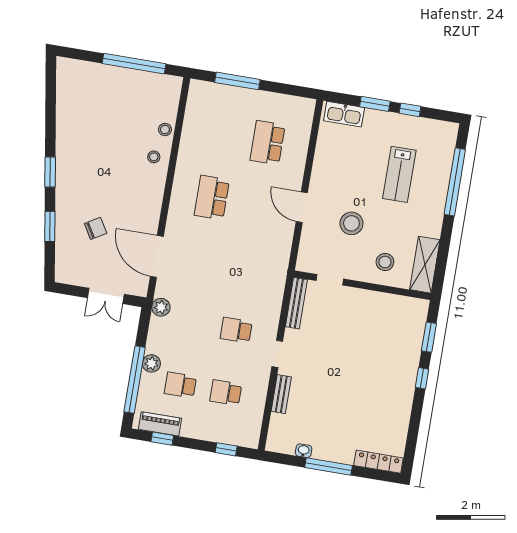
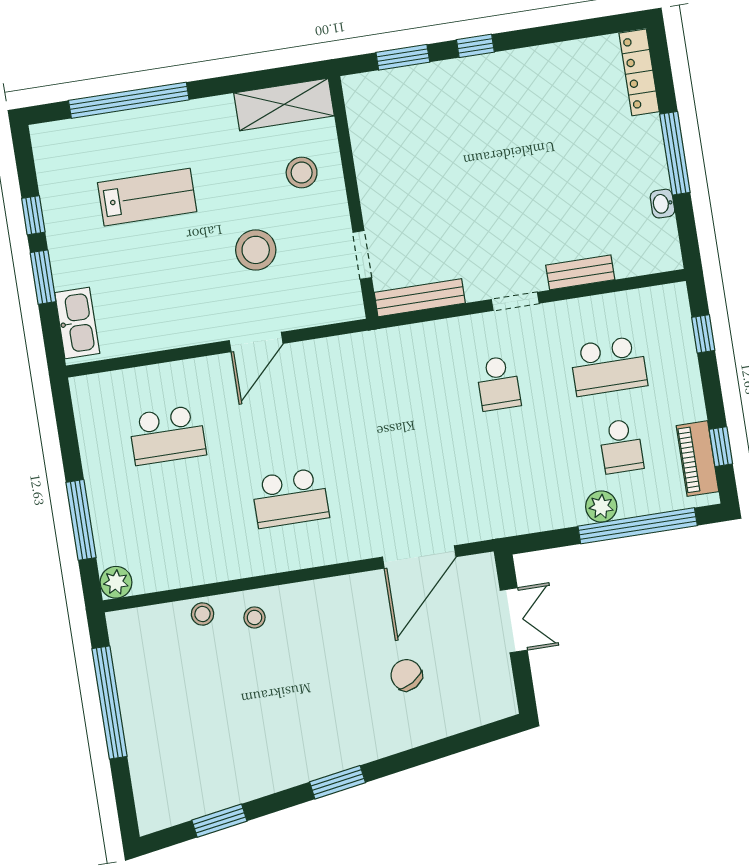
window: (50, 226) -> (219, 821), moved
plant: (161, 307) -> (116, 582), moved
school desk: (226, 393) -> (609, 366), width x1.85

